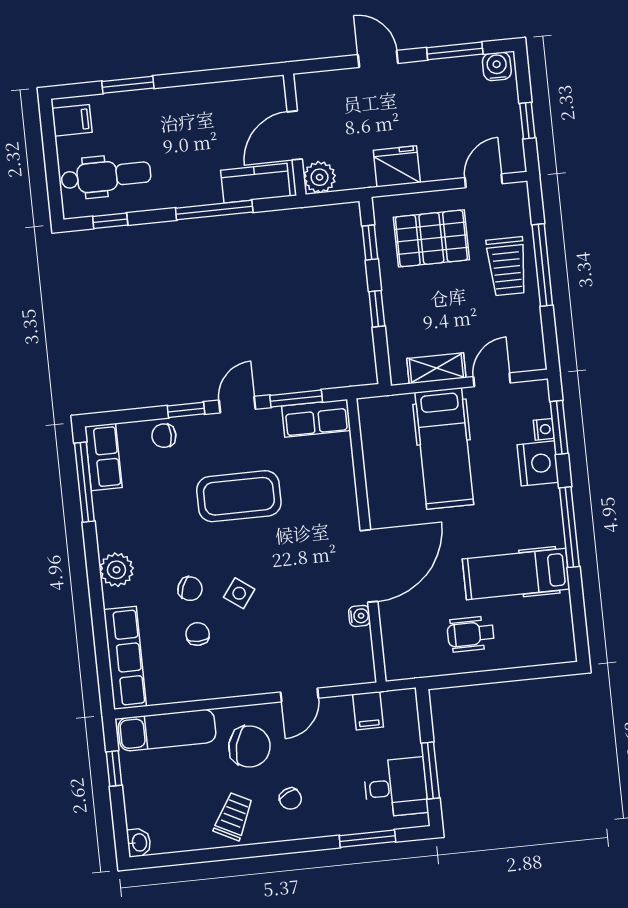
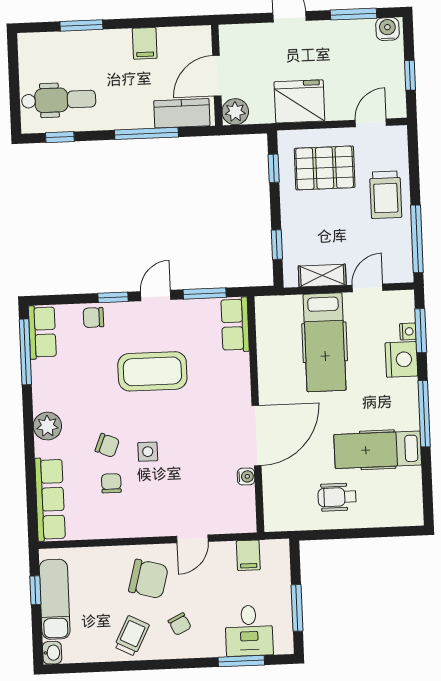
filing cabinet: (72, 120) -> (145, 43), moved, turned 90
fridge: (397, 166) -> (299, 101), width x1.36, depth x1.34
window: (542, 265) -> (417, 239), moved
window: (377, 309) -> (277, 245), moved
row of seats: (316, 418) -> (235, 325), moved, turned 90
side table: (239, 593) -> (148, 452), turned -36
exam couch: (167, 730) -> (55, 599), moved, turned -90
desk: (396, 787) -> (249, 631), moved, turned 90

